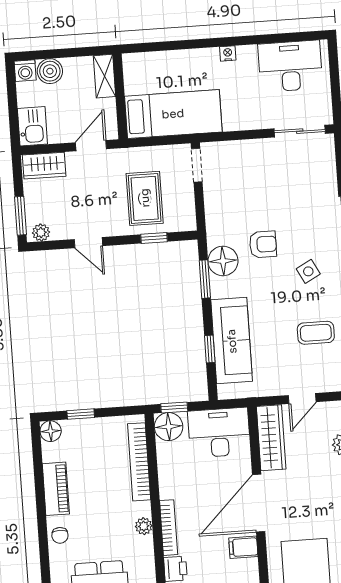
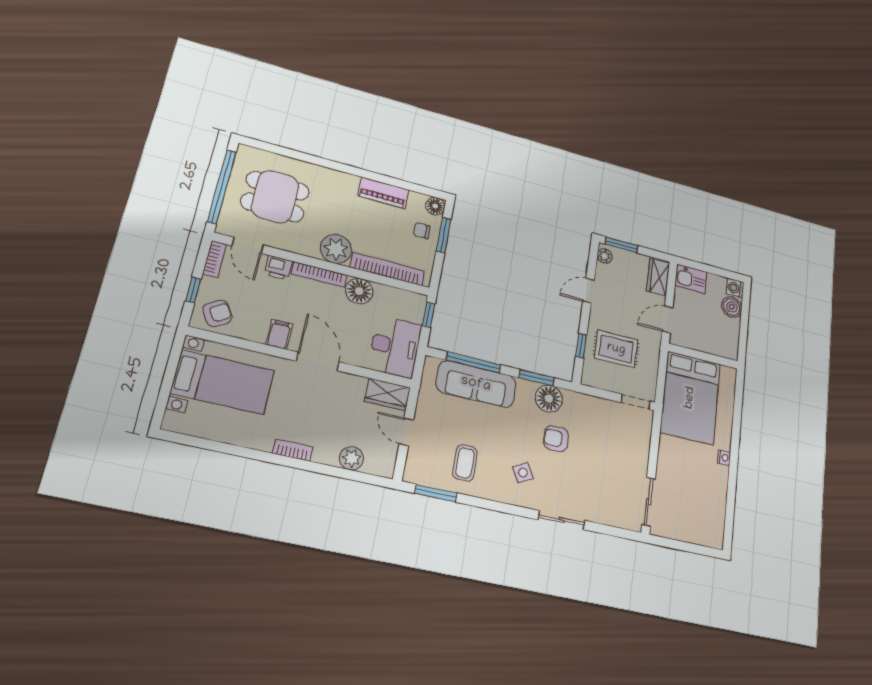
desk: (290, 66) -> (705, 510), removed
shelving: (105, 76) -> (721, 349), removed
bed: (173, 114) -> (690, 398), width x1.50
door: (91, 146) -> (667, 319), swing flipped
armchair: (263, 244) -> (556, 438), turned 90
window: (210, 349) -> (473, 362), width x2.17
window: (81, 414) -> (444, 235), width x1.50
floor lamp: (169, 427) -> (359, 291), moved
wardrobe: (271, 438) -> (387, 394), width x0.67
door: (259, 503) -> (318, 361), width x0.73
plant: (144, 526) -> (336, 249), width x1.88, depth x1.88
chair: (60, 535) -> (422, 231), moved

